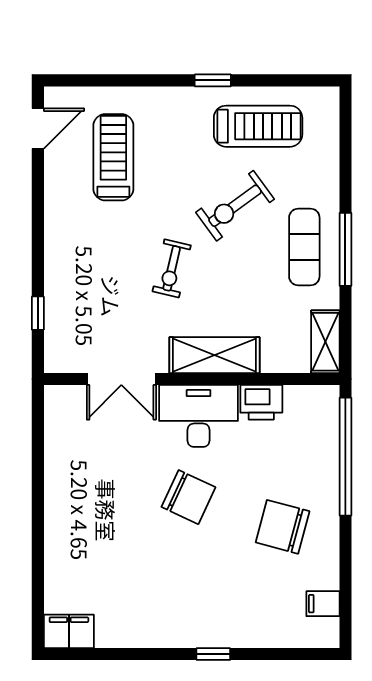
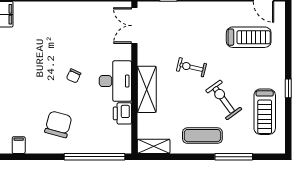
window: (345, 249) -> (234, 157), moved
double door: (121, 379) -> (134, 26), moved
chair: (188, 497) -> (74, 76), width x0.54, depth x0.54

